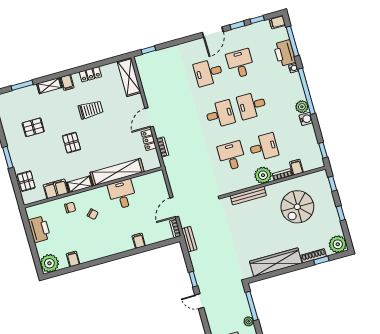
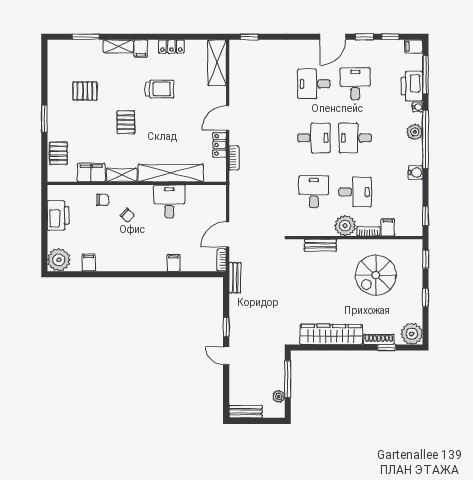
plant: (302, 107) -> (415, 132), moved
bench: (248, 196) -> (320, 245), width x0.73

